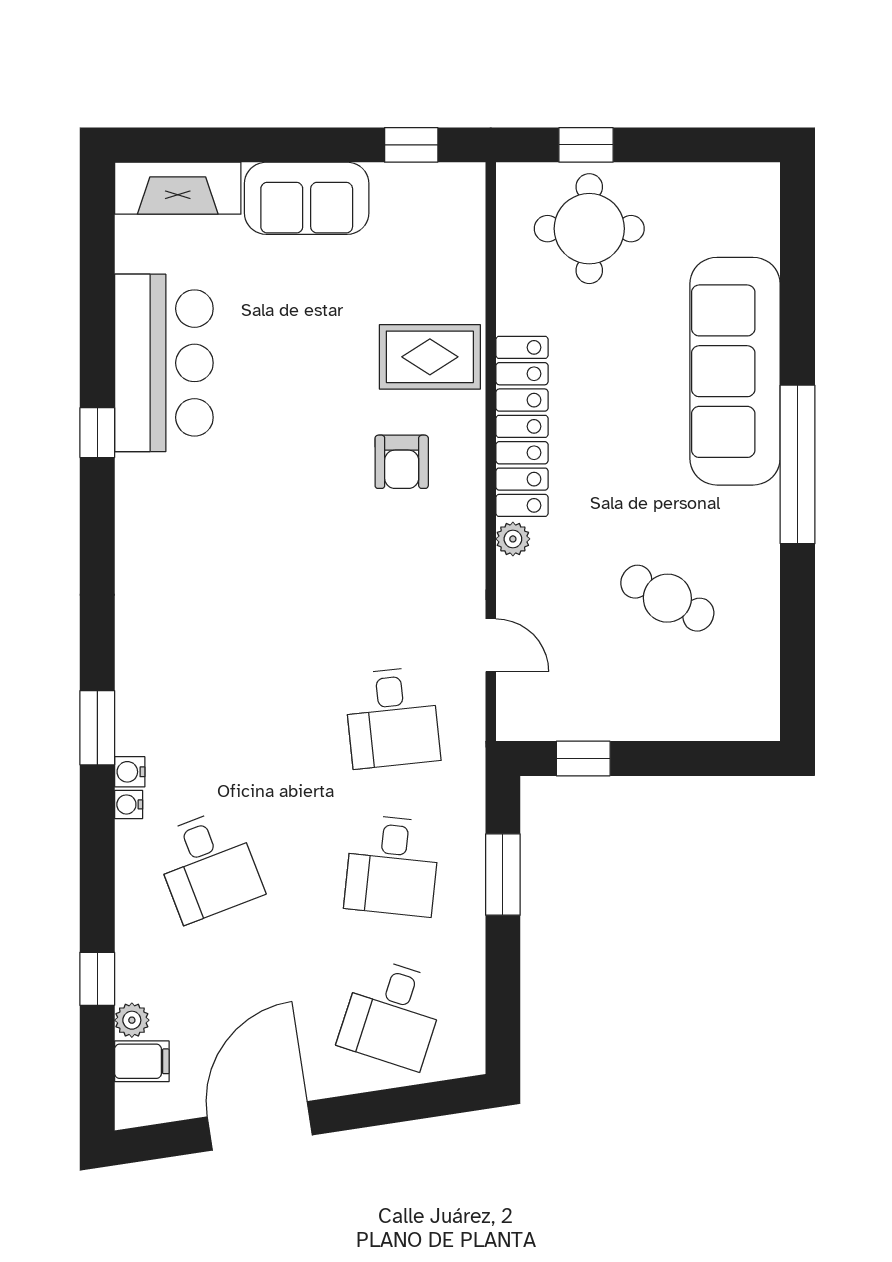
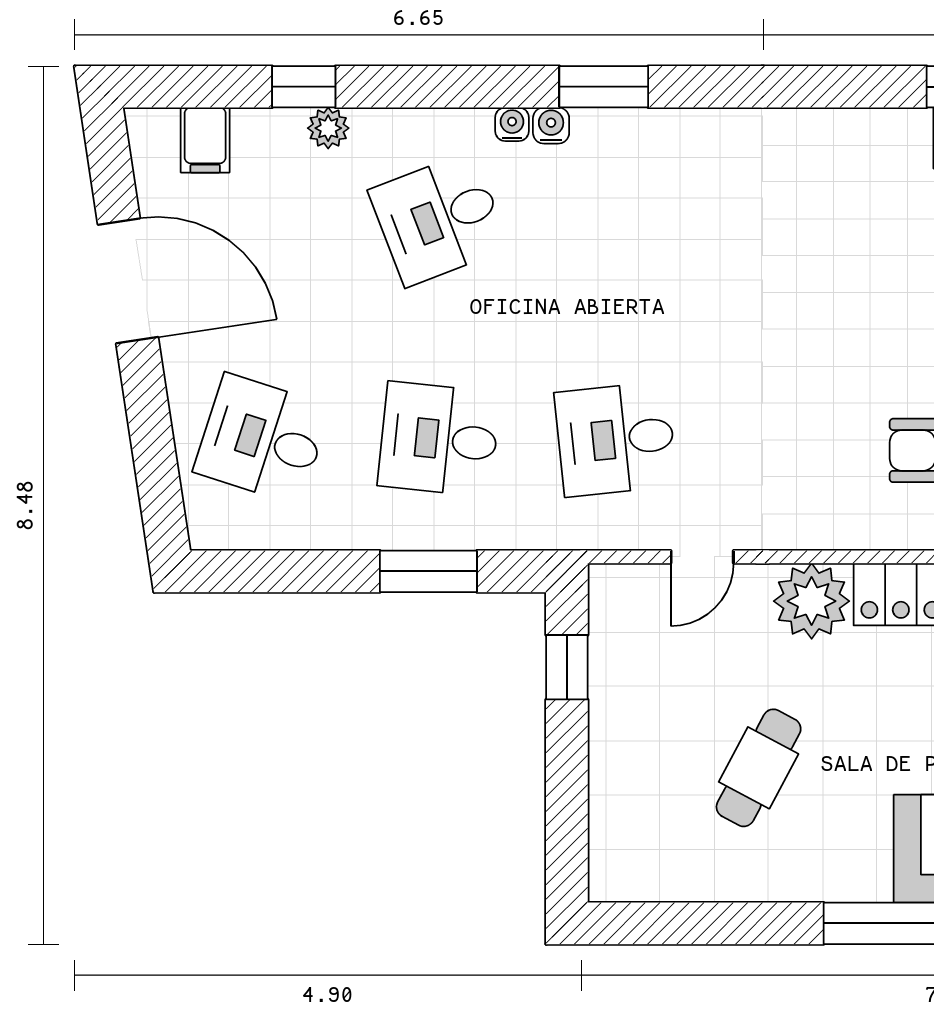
plant: (513, 539) -> (812, 601), width x1.87, depth x1.87
plant: (132, 1020) -> (328, 128), moved

